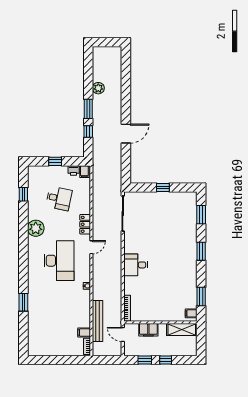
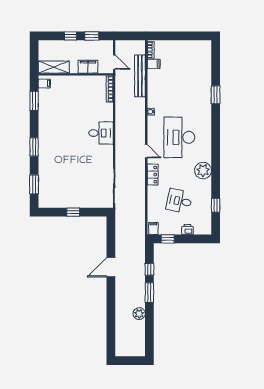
window: (55, 161) -> (168, 239), moved
printer: (74, 170) -> (187, 229), moved
door: (91, 247) -> (146, 151), swing flipped

